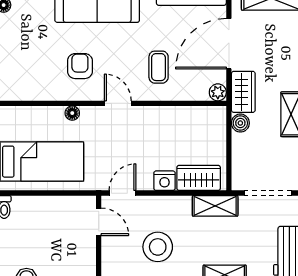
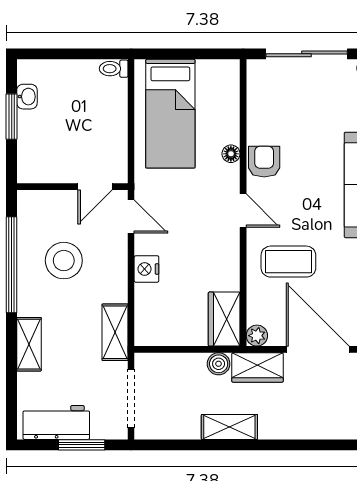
armchair: (80, 66) -> (264, 162), moved, turned -90
coffee table: (159, 67) -> (288, 262), width x1.36, depth x1.30
door: (118, 103) -> (243, 211), hinge flipped
wardrobe: (199, 178) -> (224, 319), moved, turned 180

